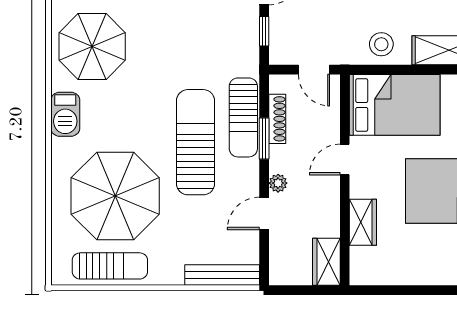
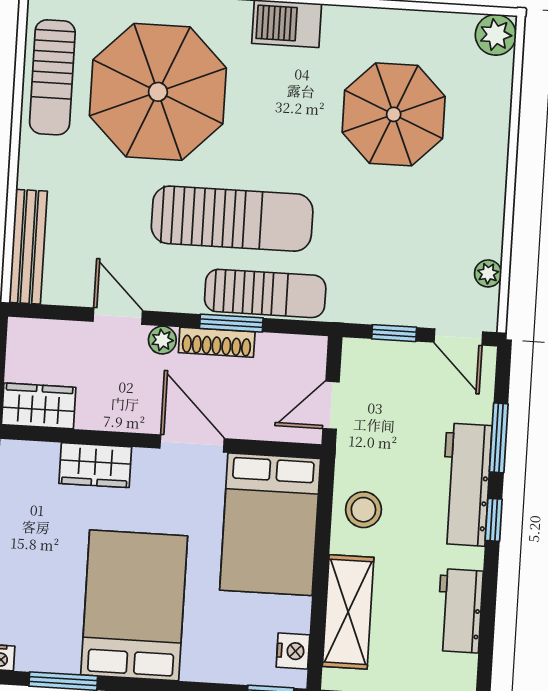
parasol: (92, 47) -> (394, 114), moved
sun lounger: (243, 117) -> (265, 293), turned 180
shoe rack: (277, 119) -> (217, 342), moved
door: (345, 159) -> (192, 443), width x1.38

